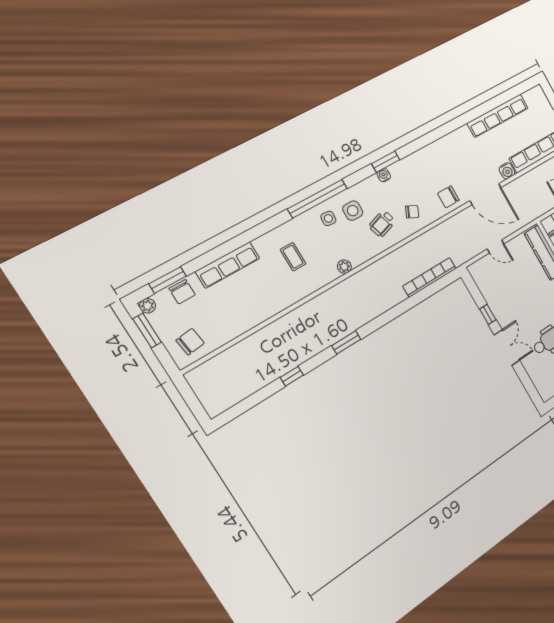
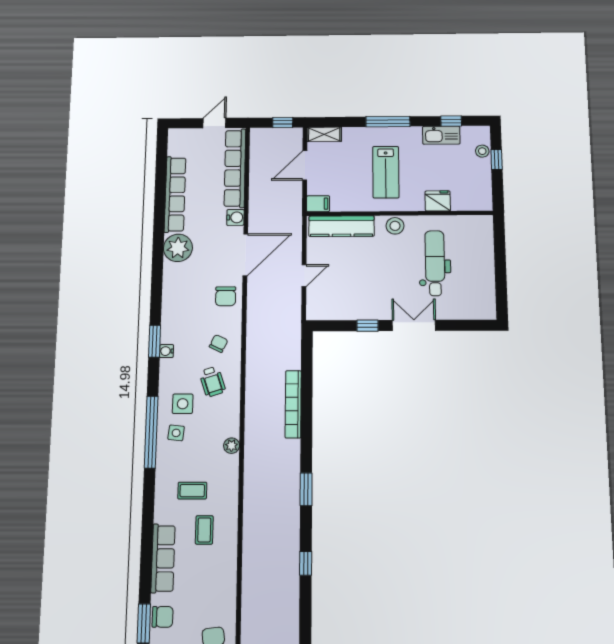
plant: (462, 140) -> (178, 248), added
bookcase: (430, 277) -> (293, 404), moved
coffee table: (269, 284) -> (204, 530), added

